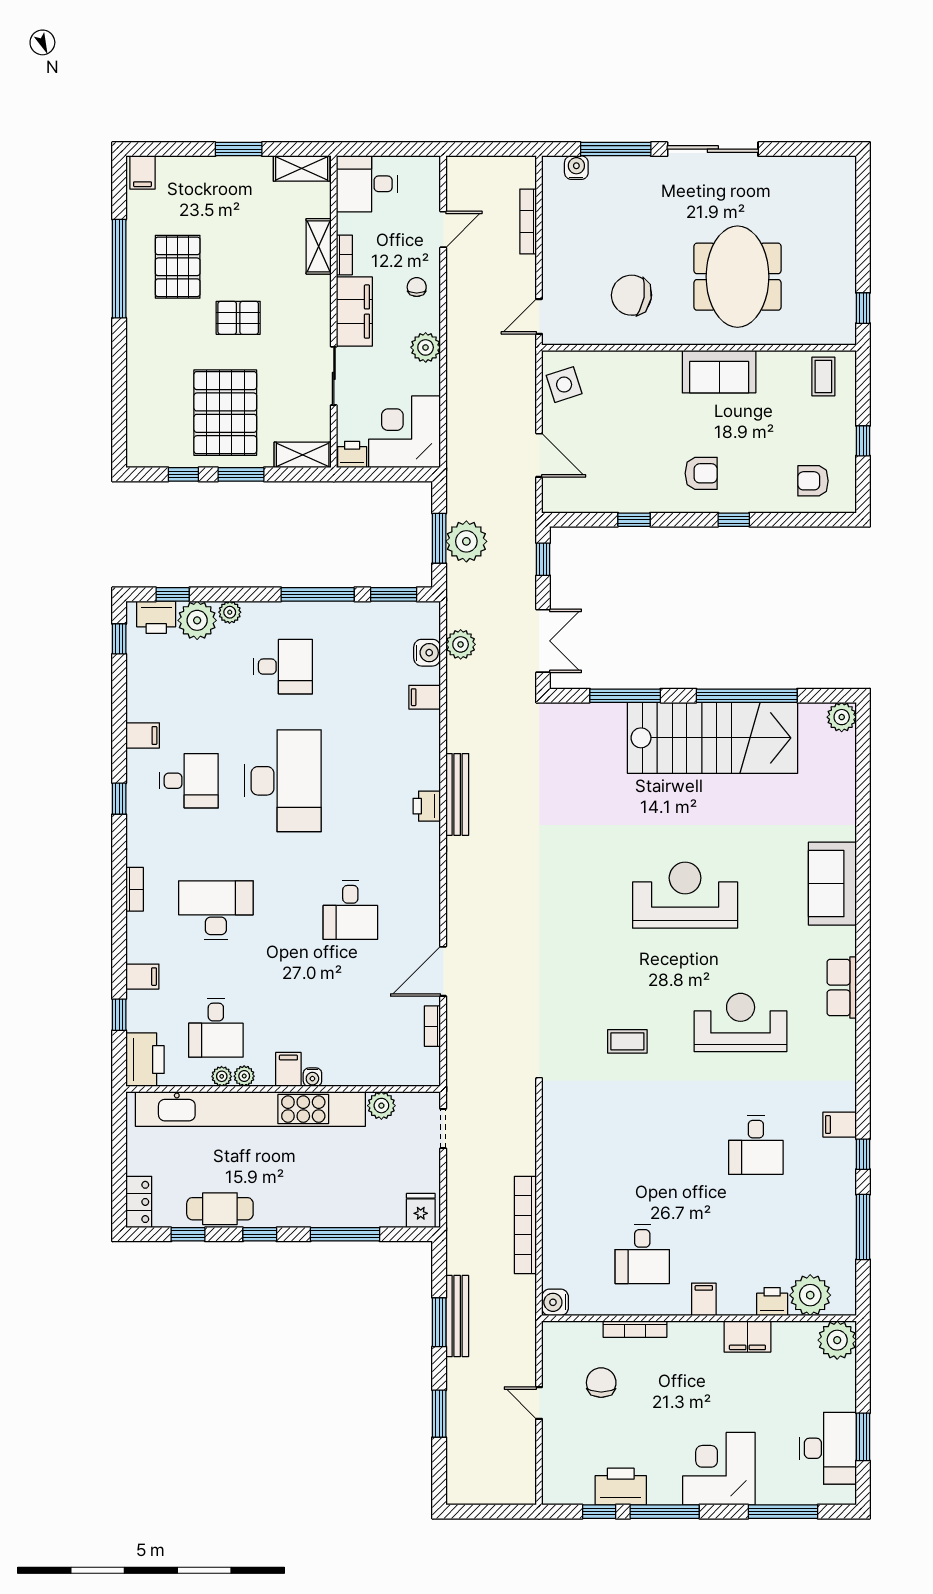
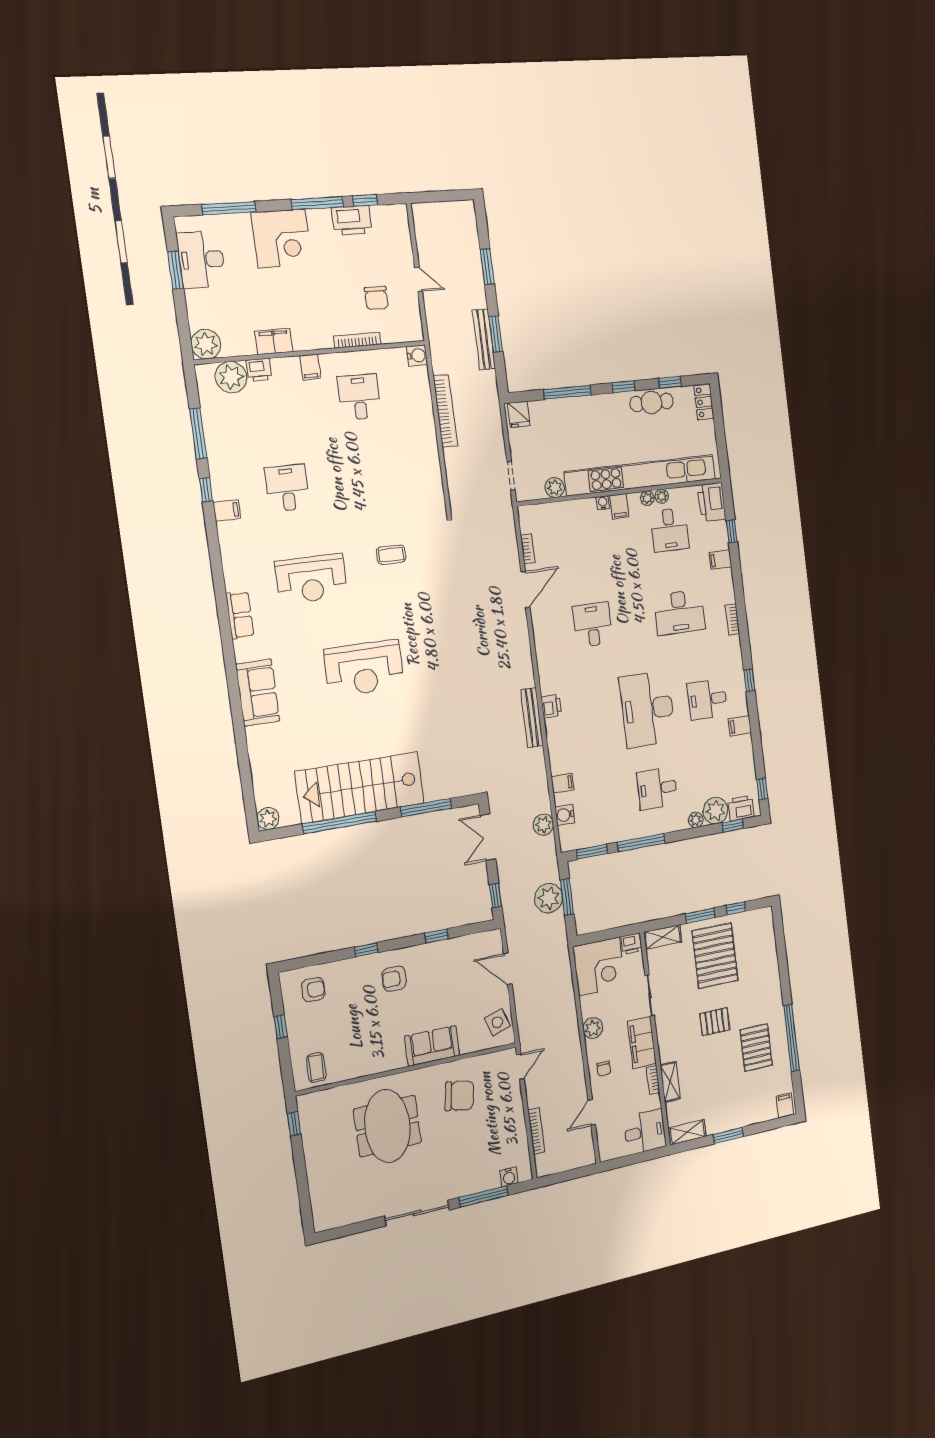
sofa: (719, 372) -> (432, 1046), moved
desk: (216, 1028) -> (670, 530), turned 180

